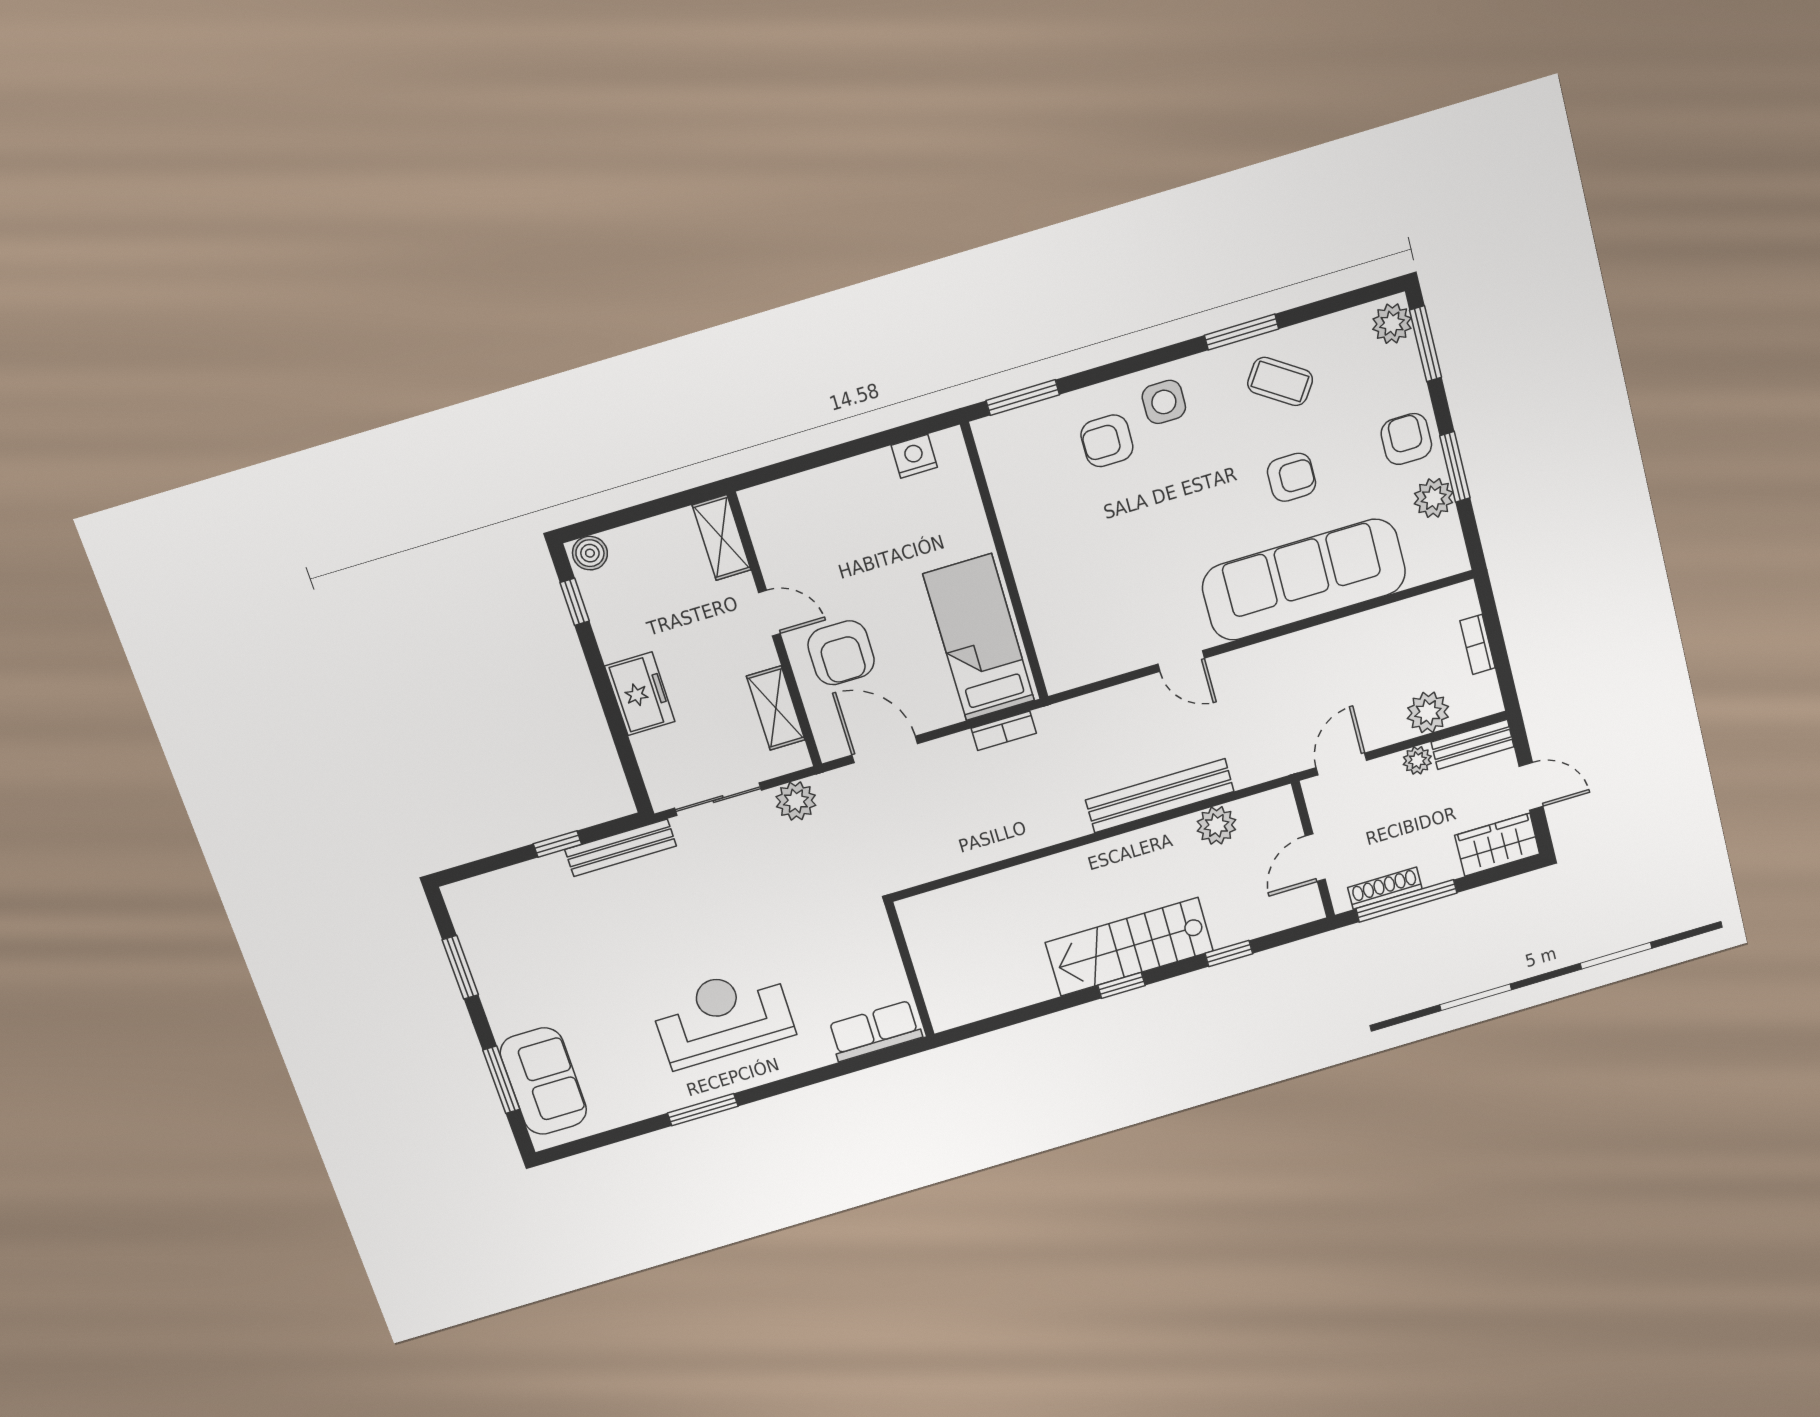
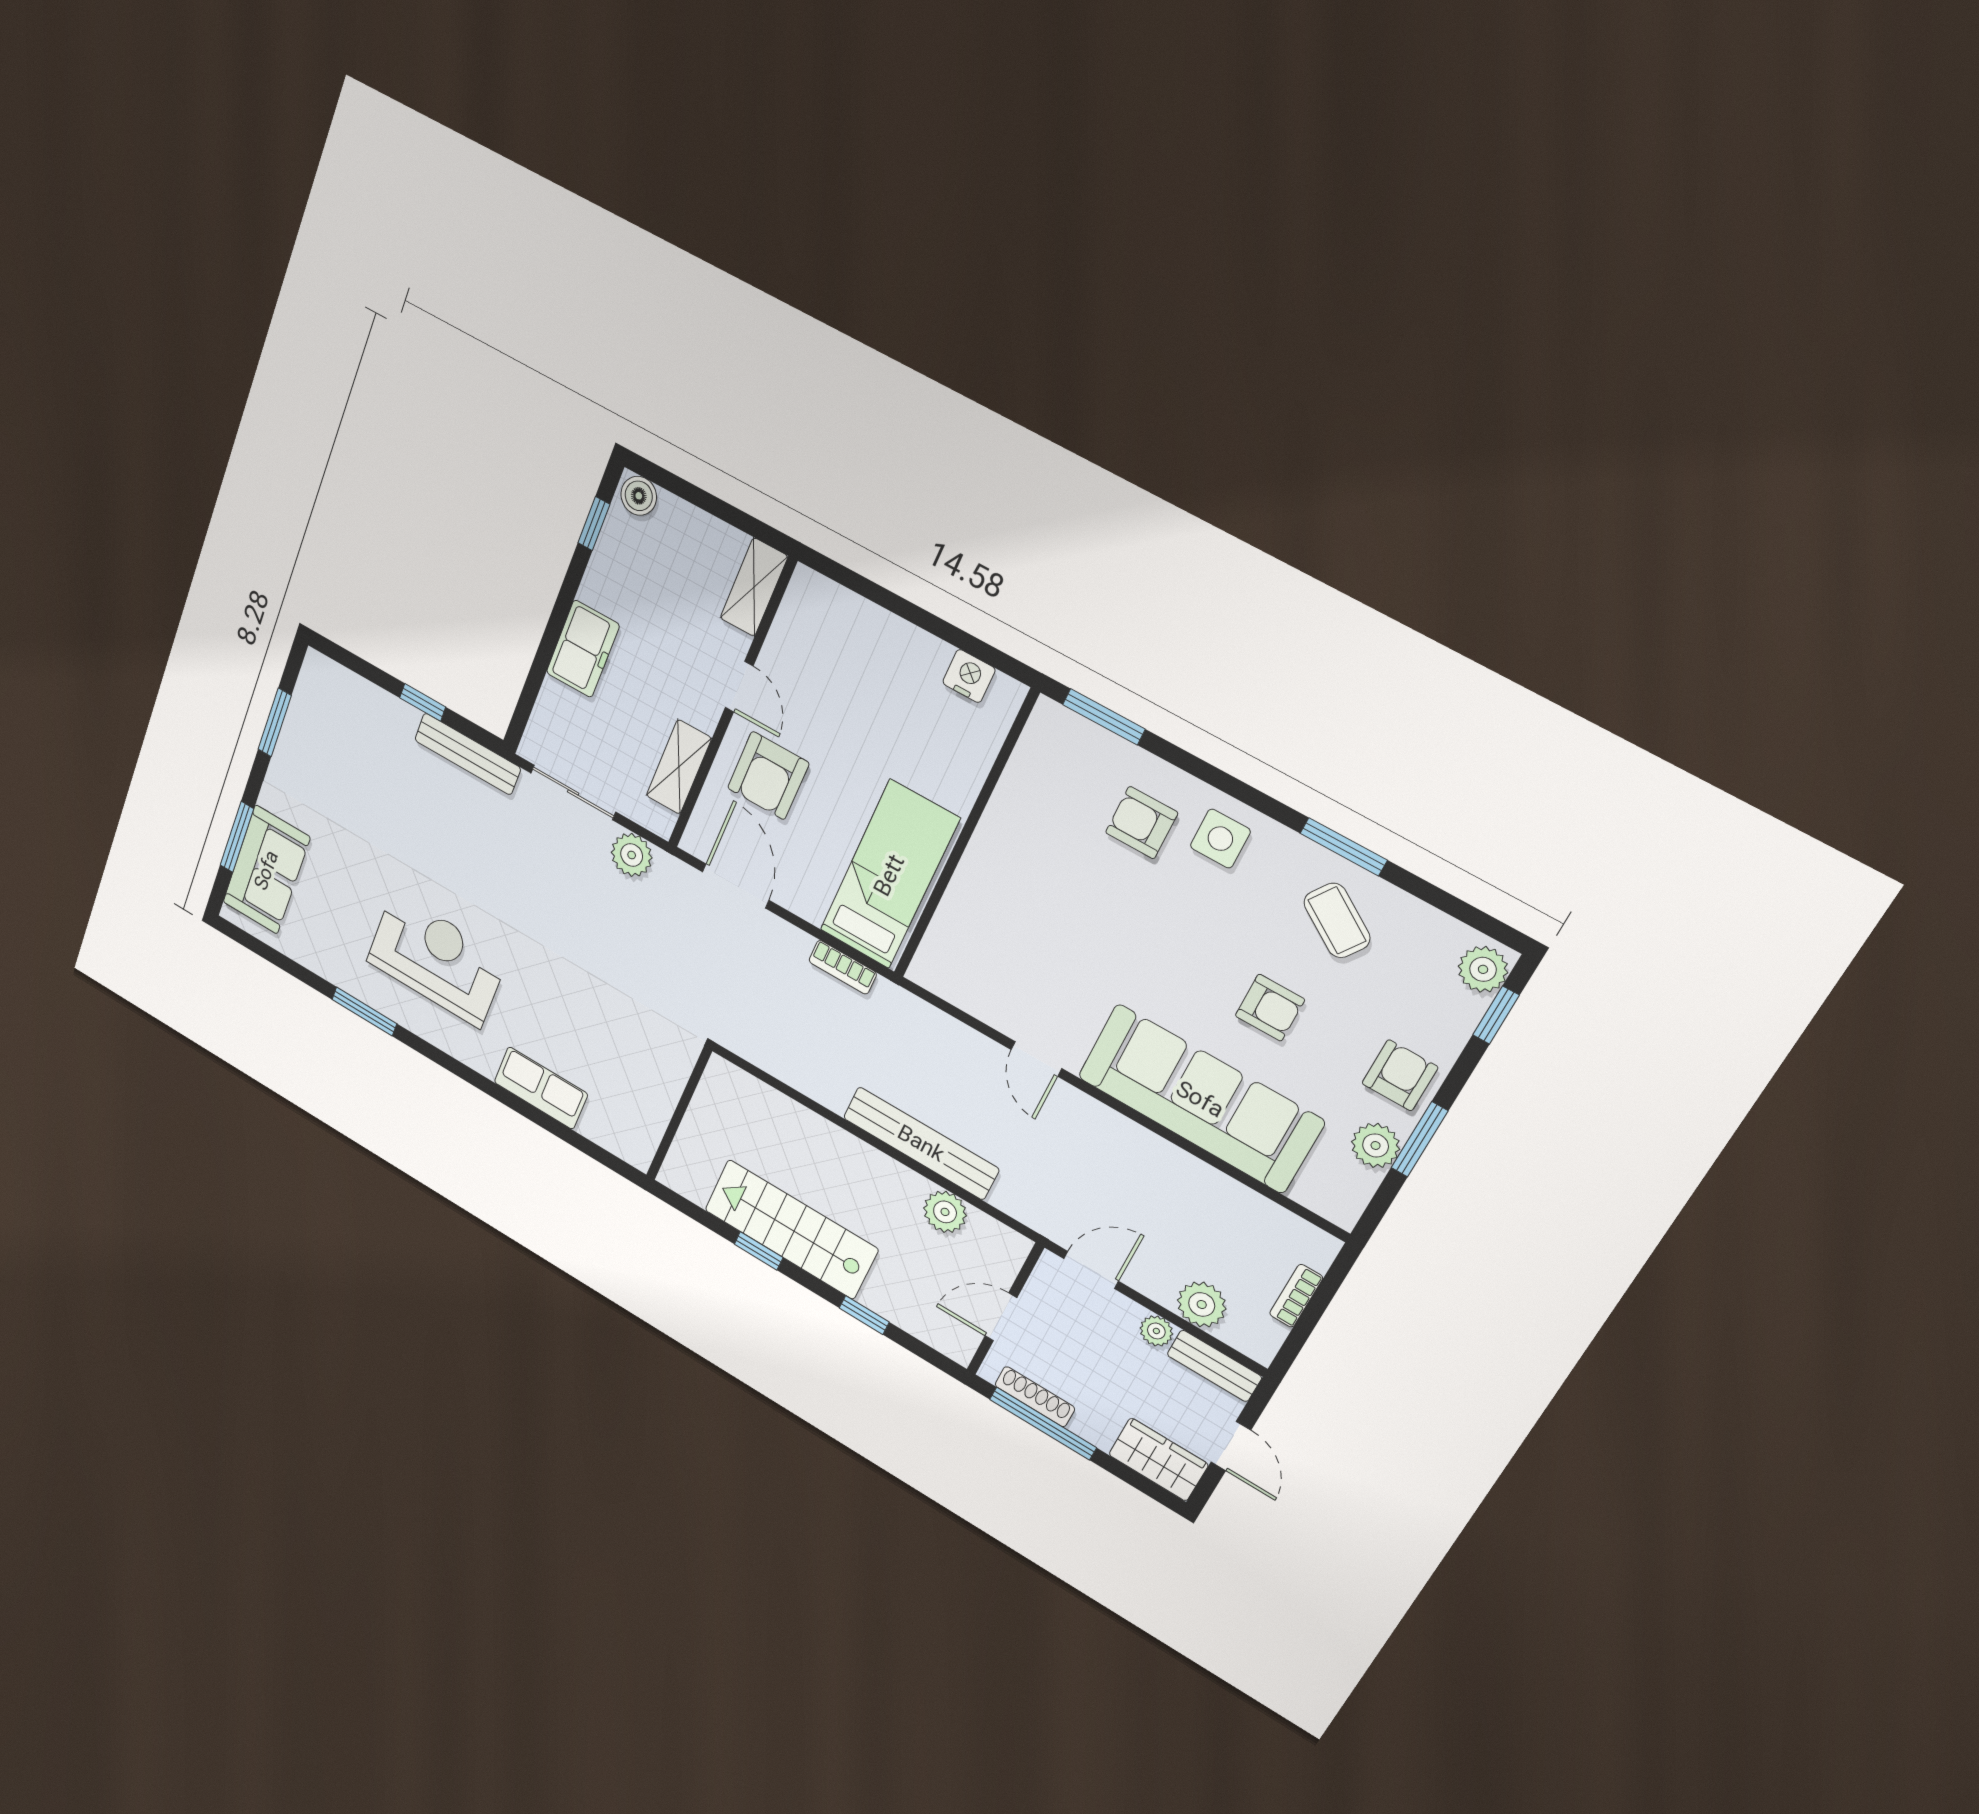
window: (1426, 344) -> (1496, 1015), width x0.67
wall: (910, 969) -> (679, 1114), moved

